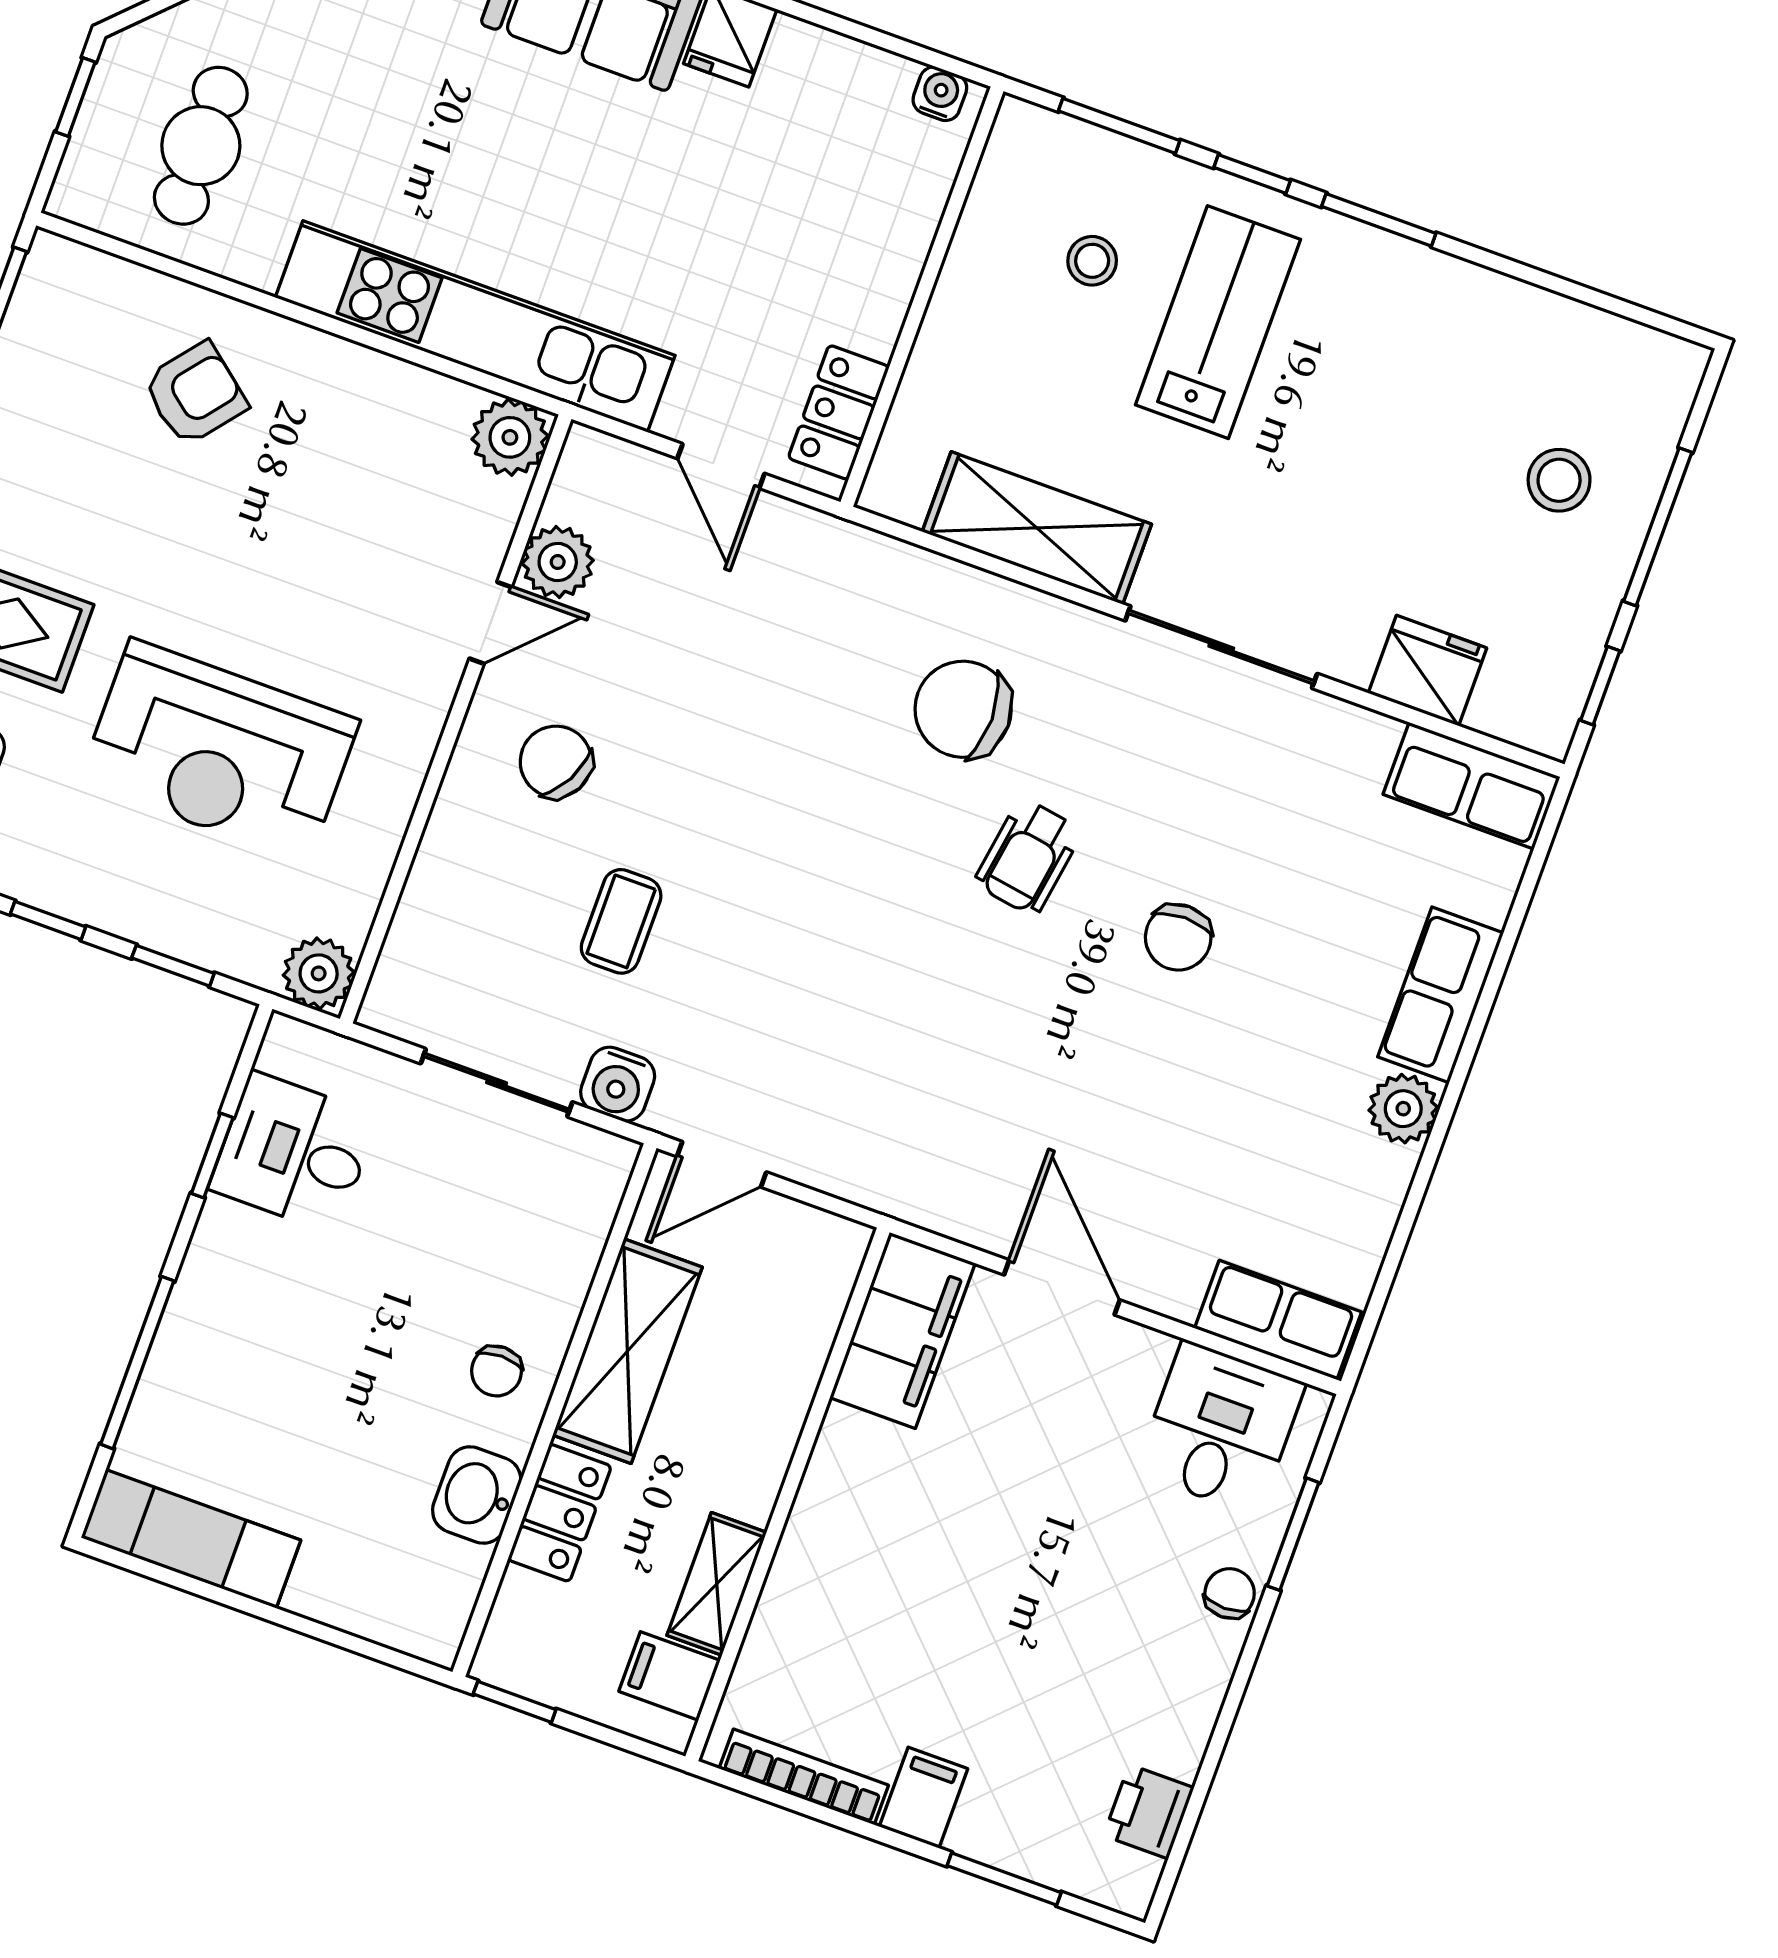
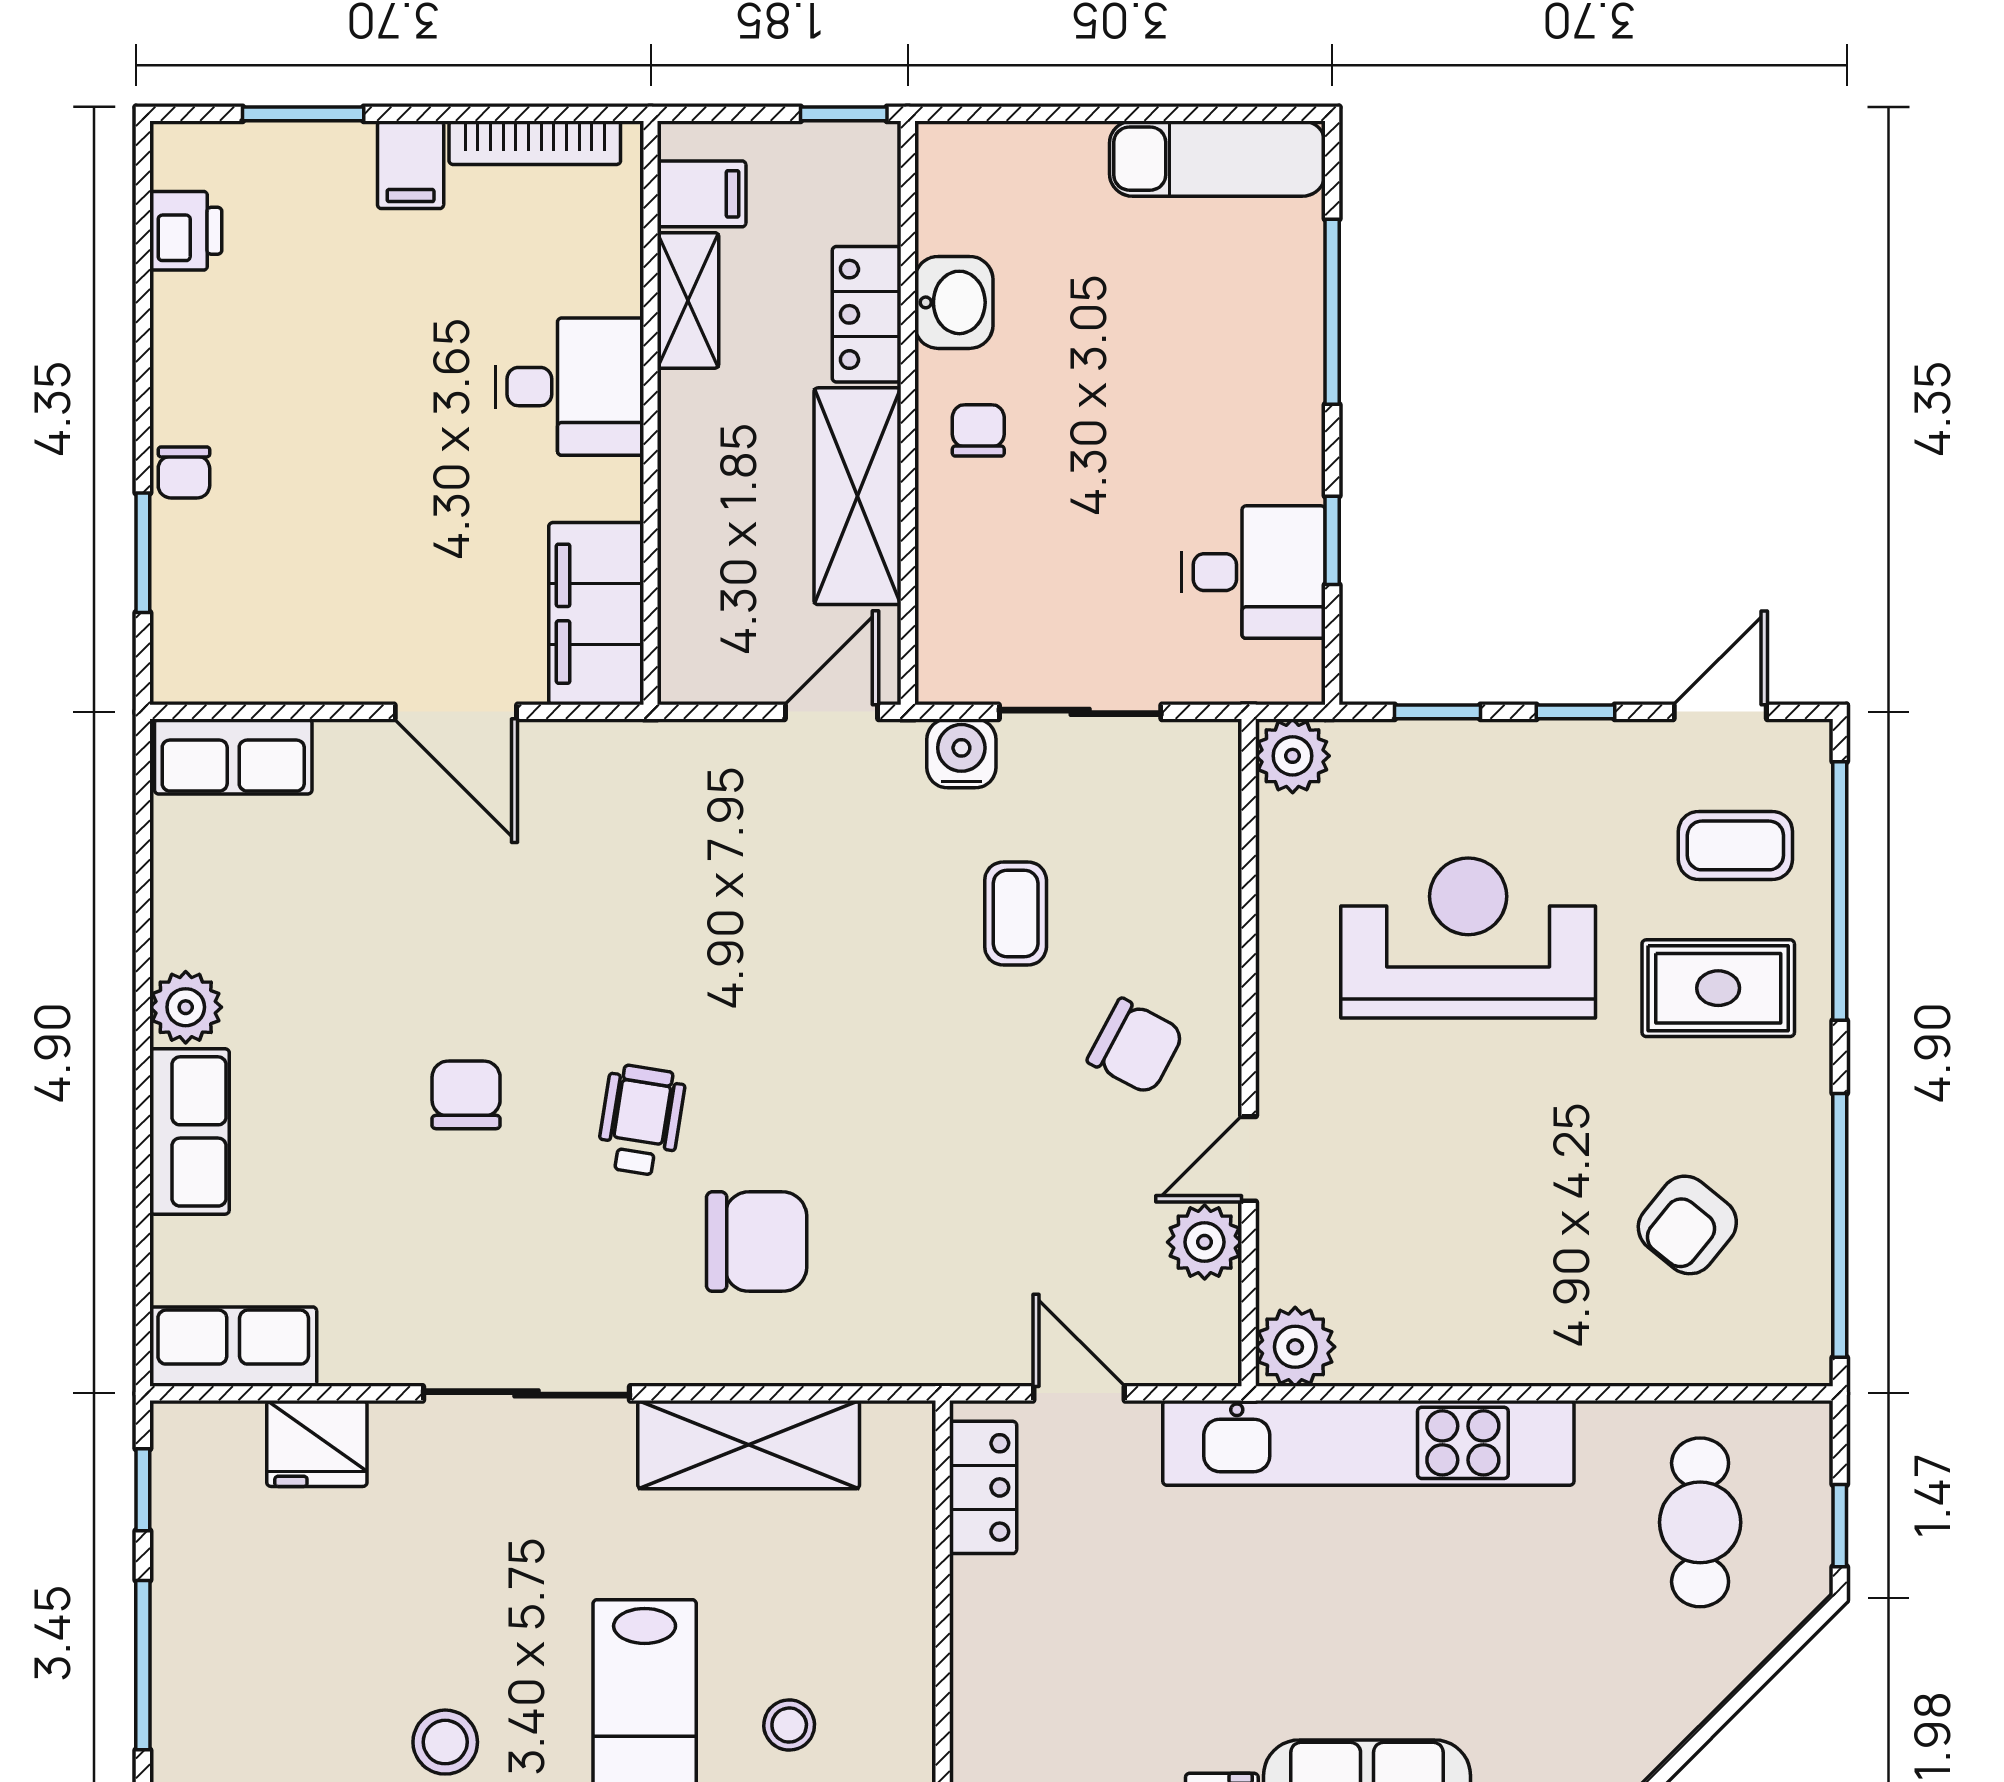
armchair: (195, 394) -> (1687, 1225), moved
stool: (1559, 480) -> (445, 1742), moved
desk: (1220, 1428) -> (569, 387), moved, turned -90

